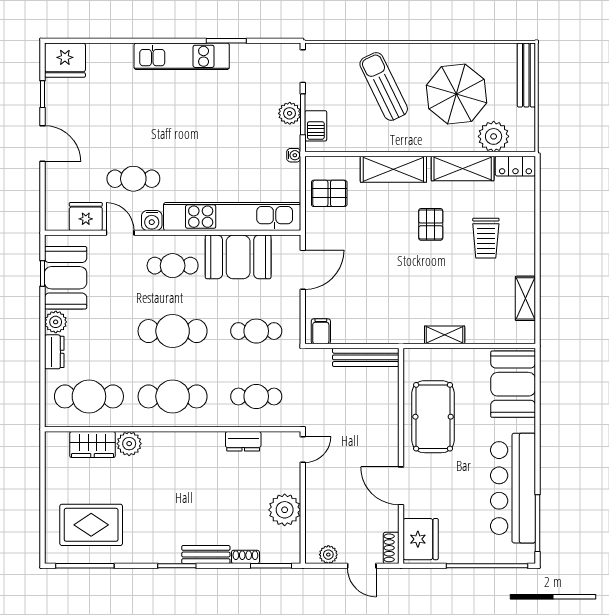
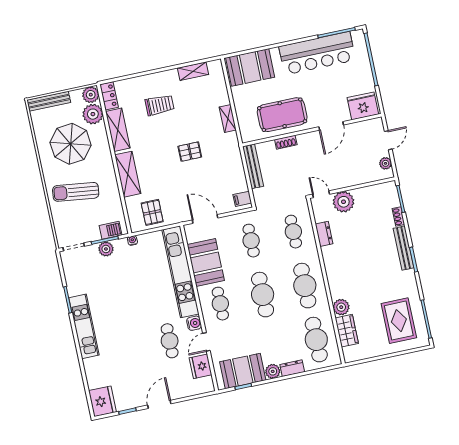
sun lounger: (384, 86) -> (76, 192), turned 33
plant: (523, 139) -> (91, 95), added
pallet: (431, 224) -> (190, 152), moved
plant: (285, 510) -> (344, 202), moved
shoe rack: (391, 548) -> (286, 142), moved
bench: (206, 555) -> (403, 248), width x1.36

